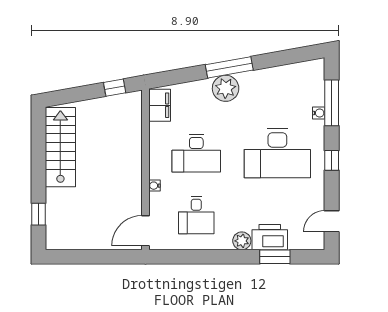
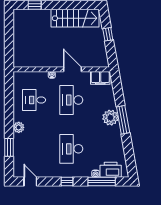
window: (115, 88) -> (108, 34), moved
desk: (277, 153) -> (71, 149), width x0.73, depth x0.77
door: (145, 231) -> (72, 69), moved
printer: (270, 237) -> (111, 170), moved, turned -90

